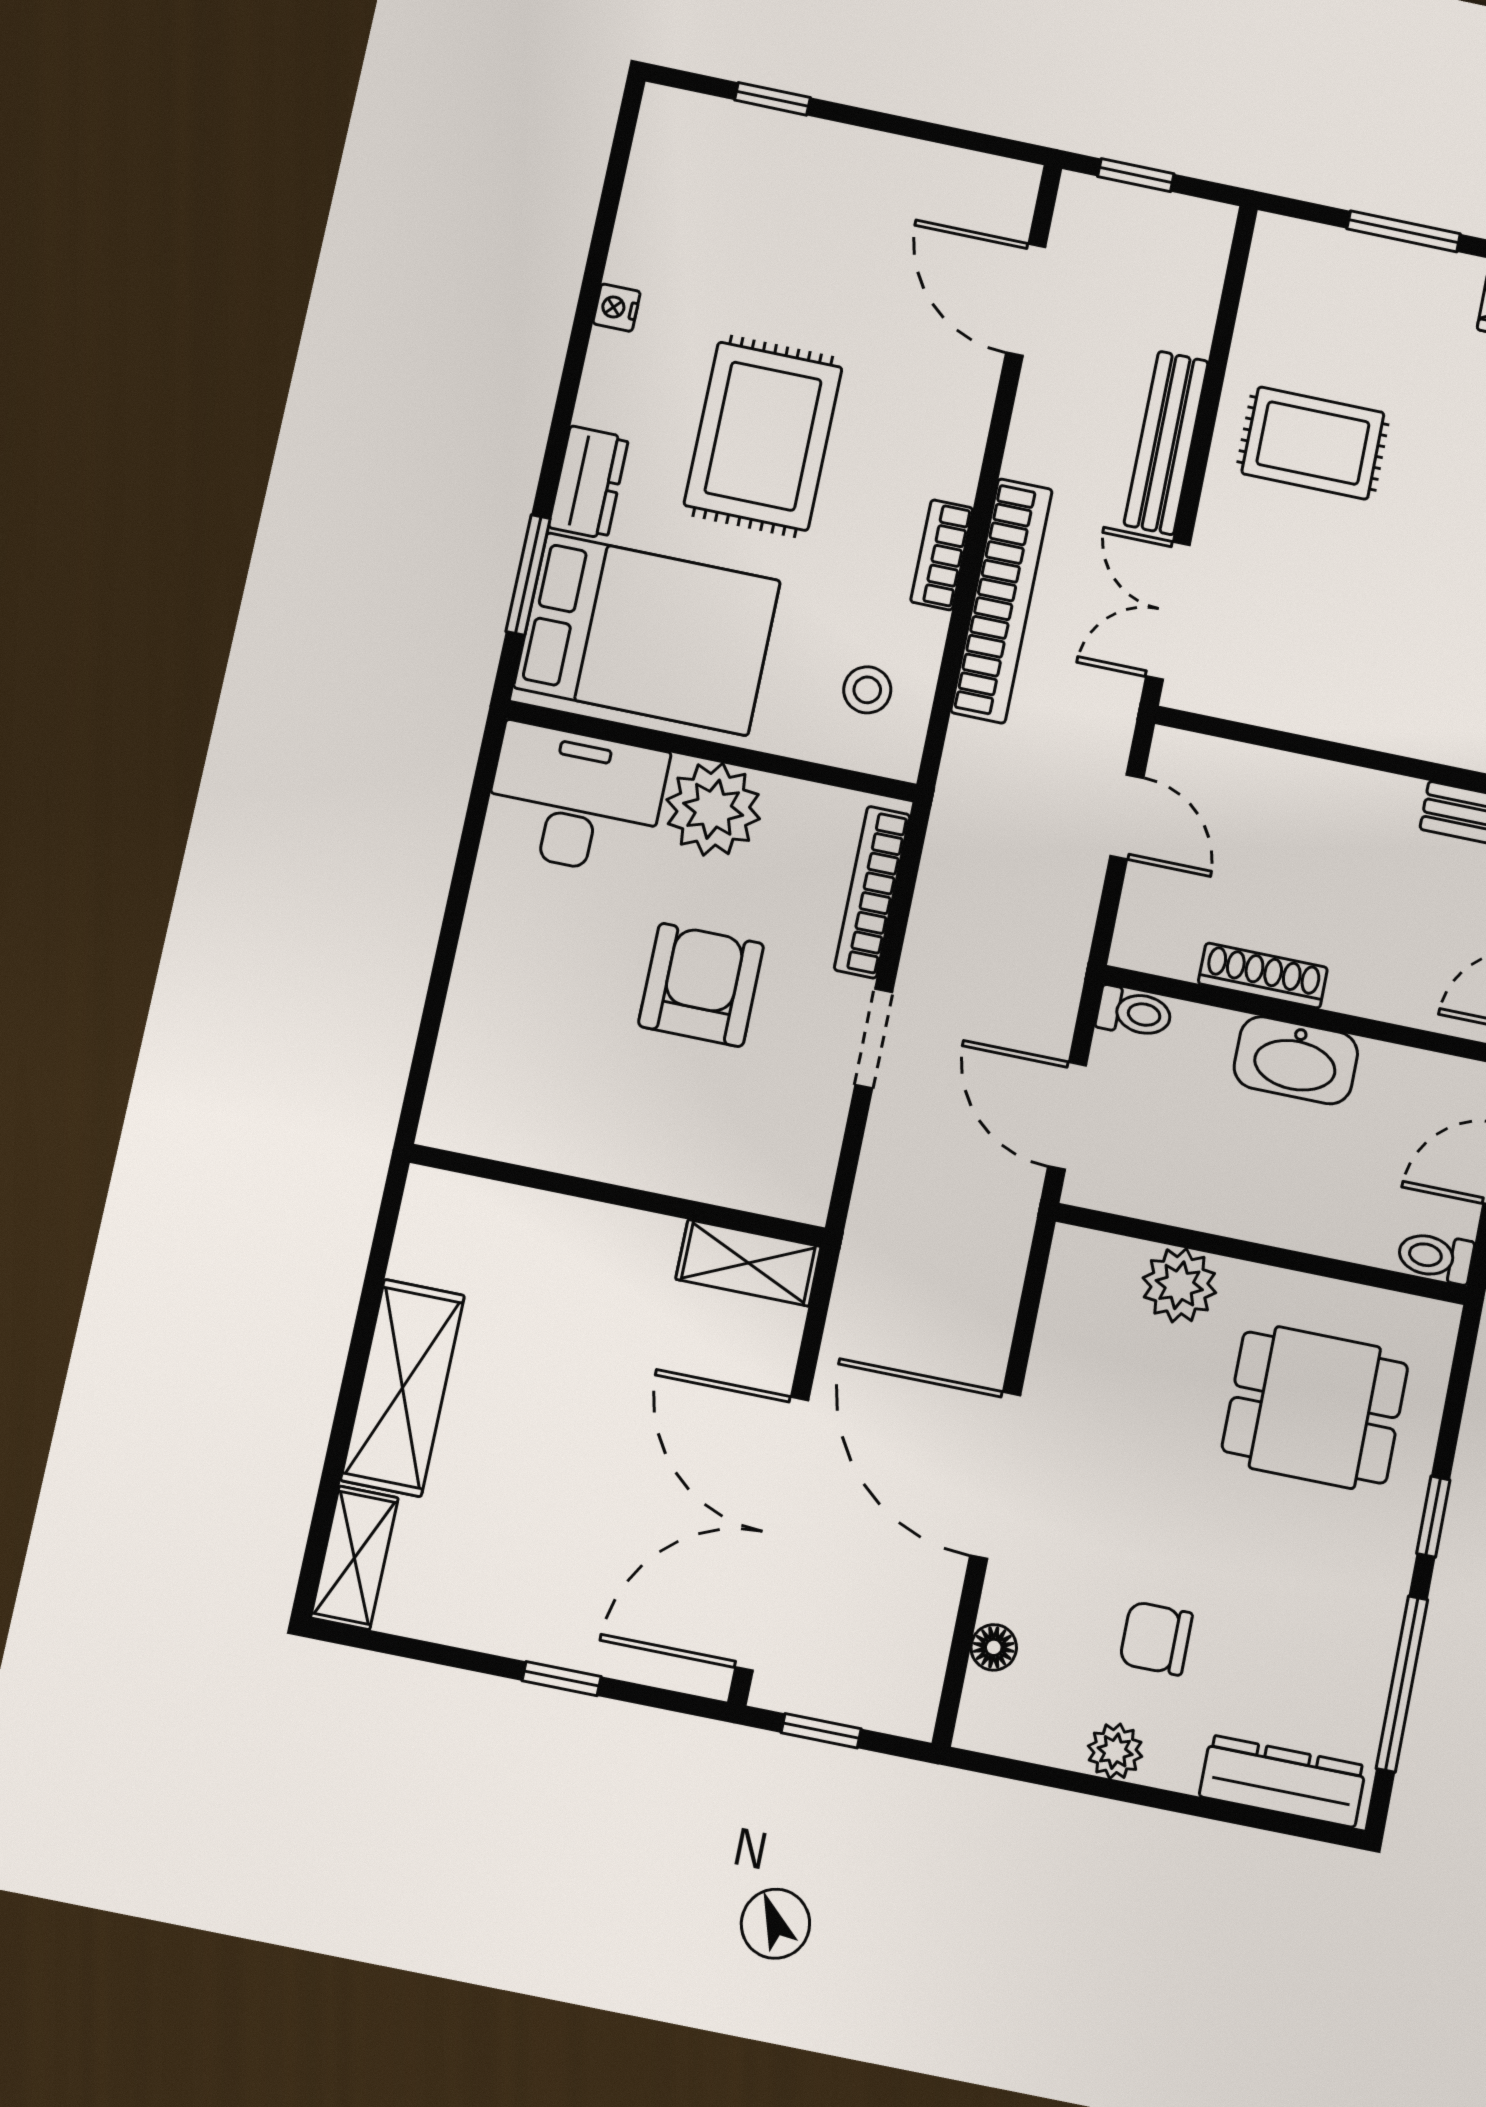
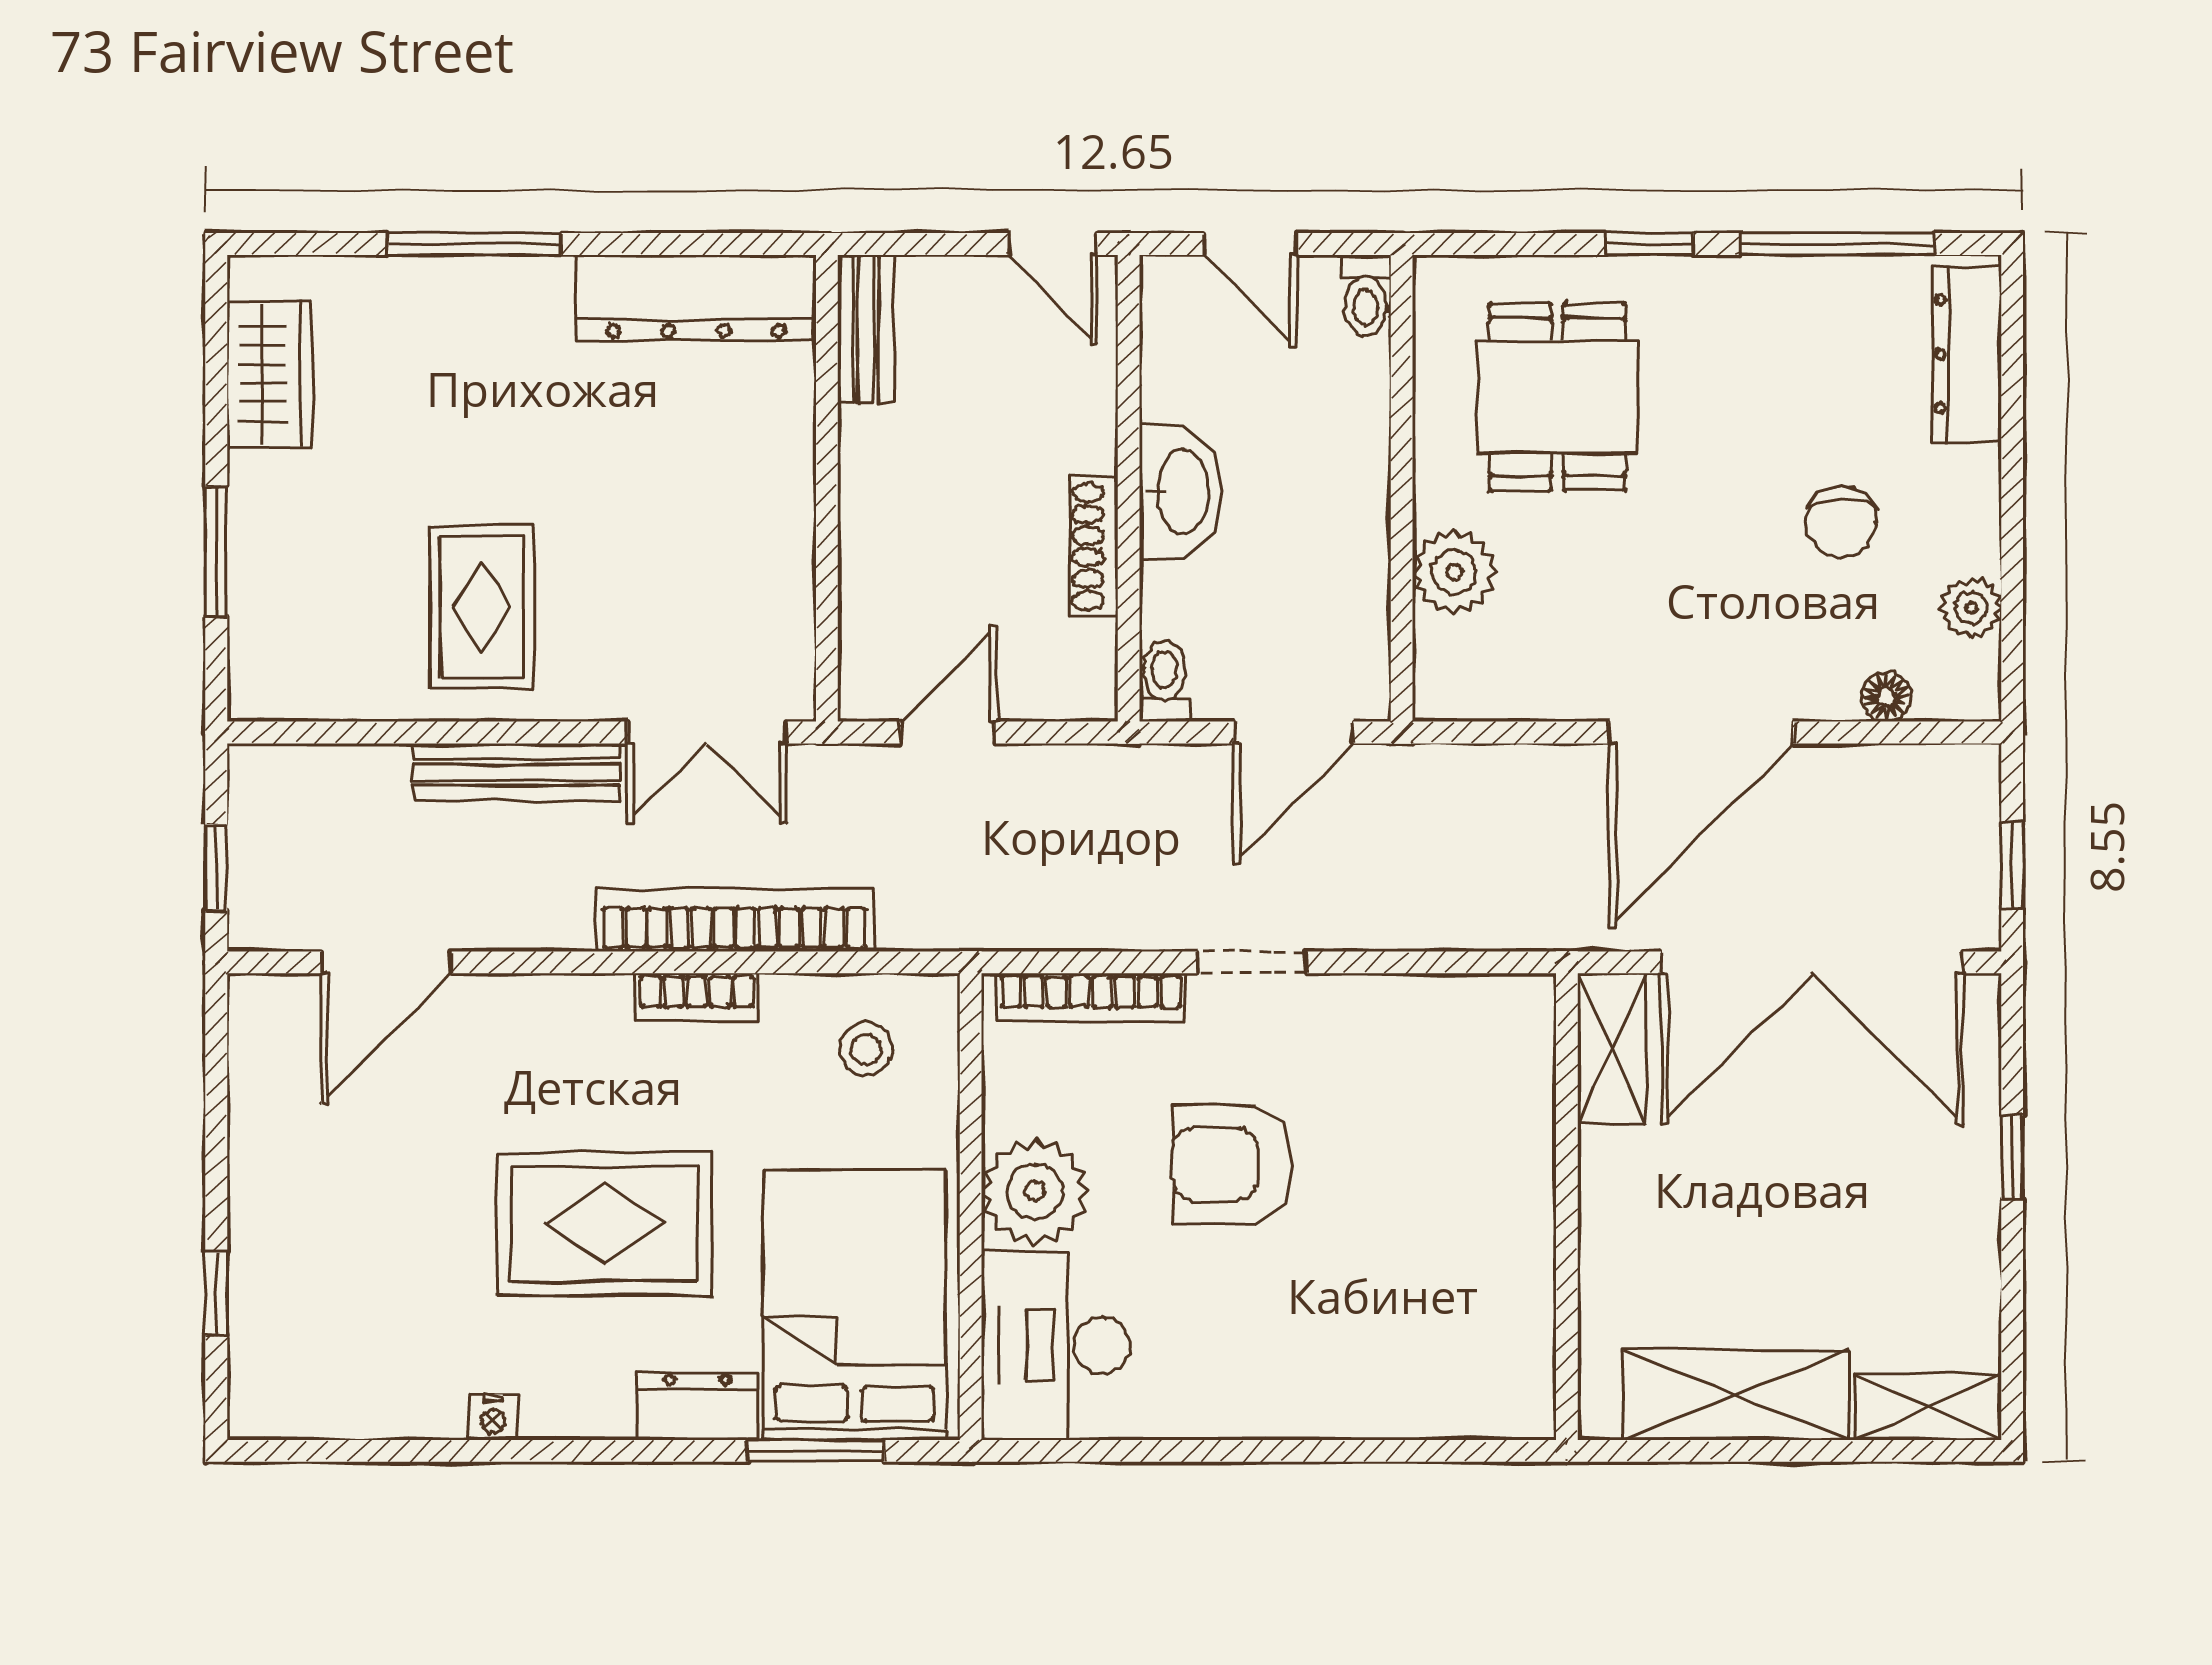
wall: (618, 1195) -> (1567, 1207), moved
shelving: (748, 1263) -> (1612, 1049), moved
plant: (1115, 1751) -> (1971, 608), moved

